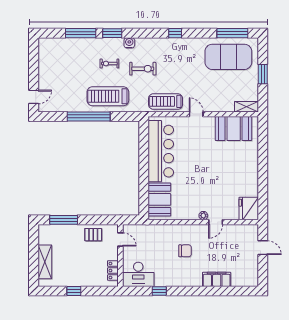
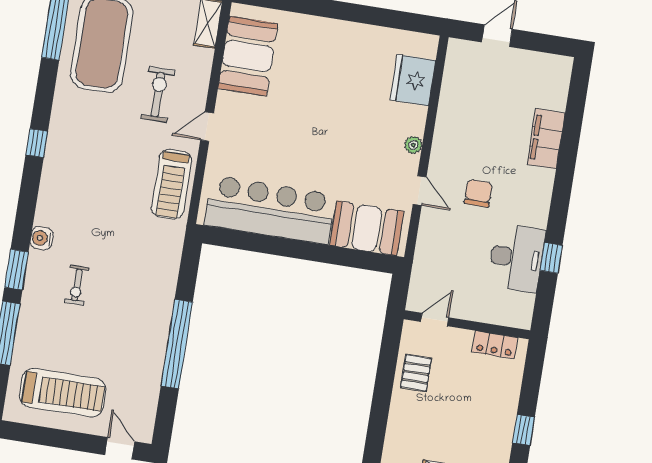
exercise bike: (143, 69) -> (158, 95), moved
treadmill: (108, 96) -> (63, 393), moved, turned -90
fridge: (249, 209) -> (413, 80), moved, turned 90
window: (64, 220) -> (377, 428), removed
door: (216, 222) -> (420, 191), moved
desk: (138, 274) -> (517, 258), moved

